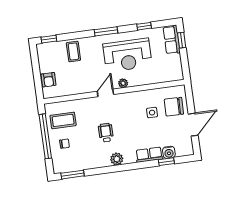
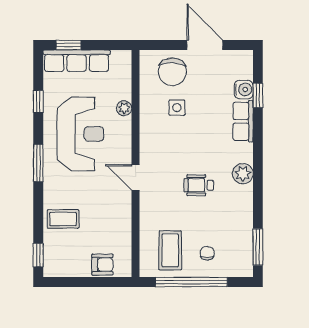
row of seats: (172, 40) -> (77, 61), width x1.48
plant: (123, 83) -> (124, 108), moved

